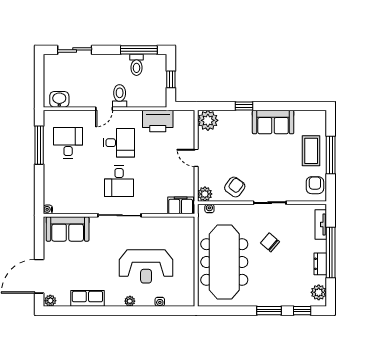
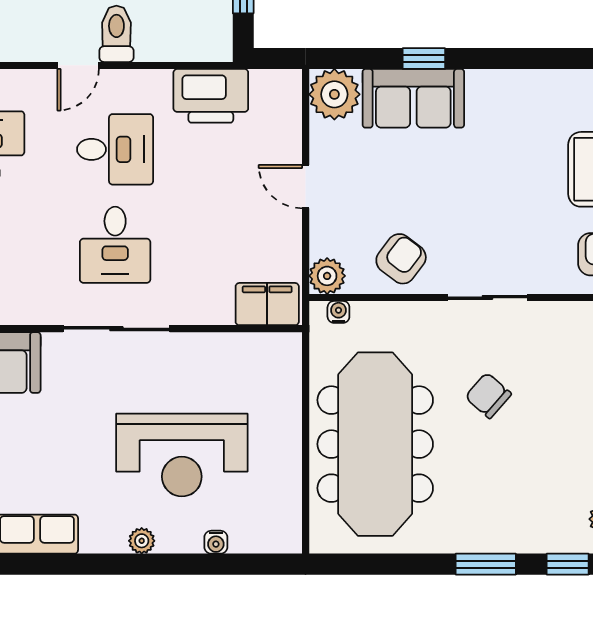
sofa: (273, 122) -> (413, 98), moved

